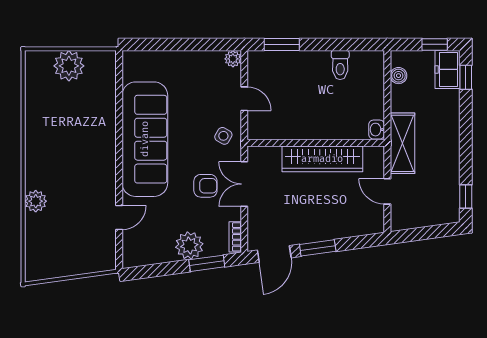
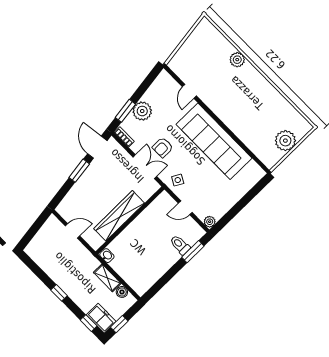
toilet: (340, 65) -> (180, 245), moved
shelving: (402, 143) -> (107, 278), moved, width x0.67, depth x0.75
window: (466, 196) -> (59, 293), moved

